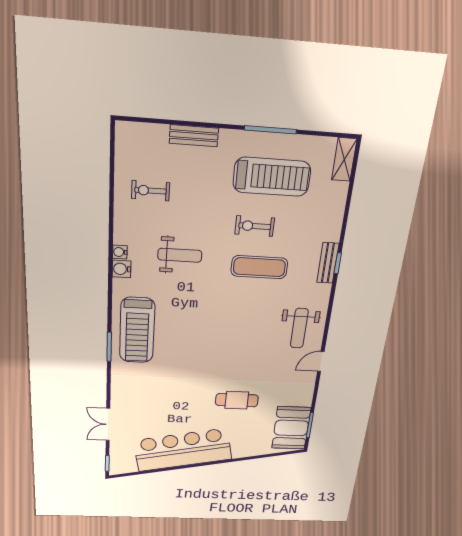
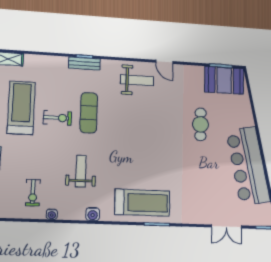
exercise bike: (255, 226) -> (57, 118), turned -90
water cooler: (120, 252) -> (52, 214), moved

